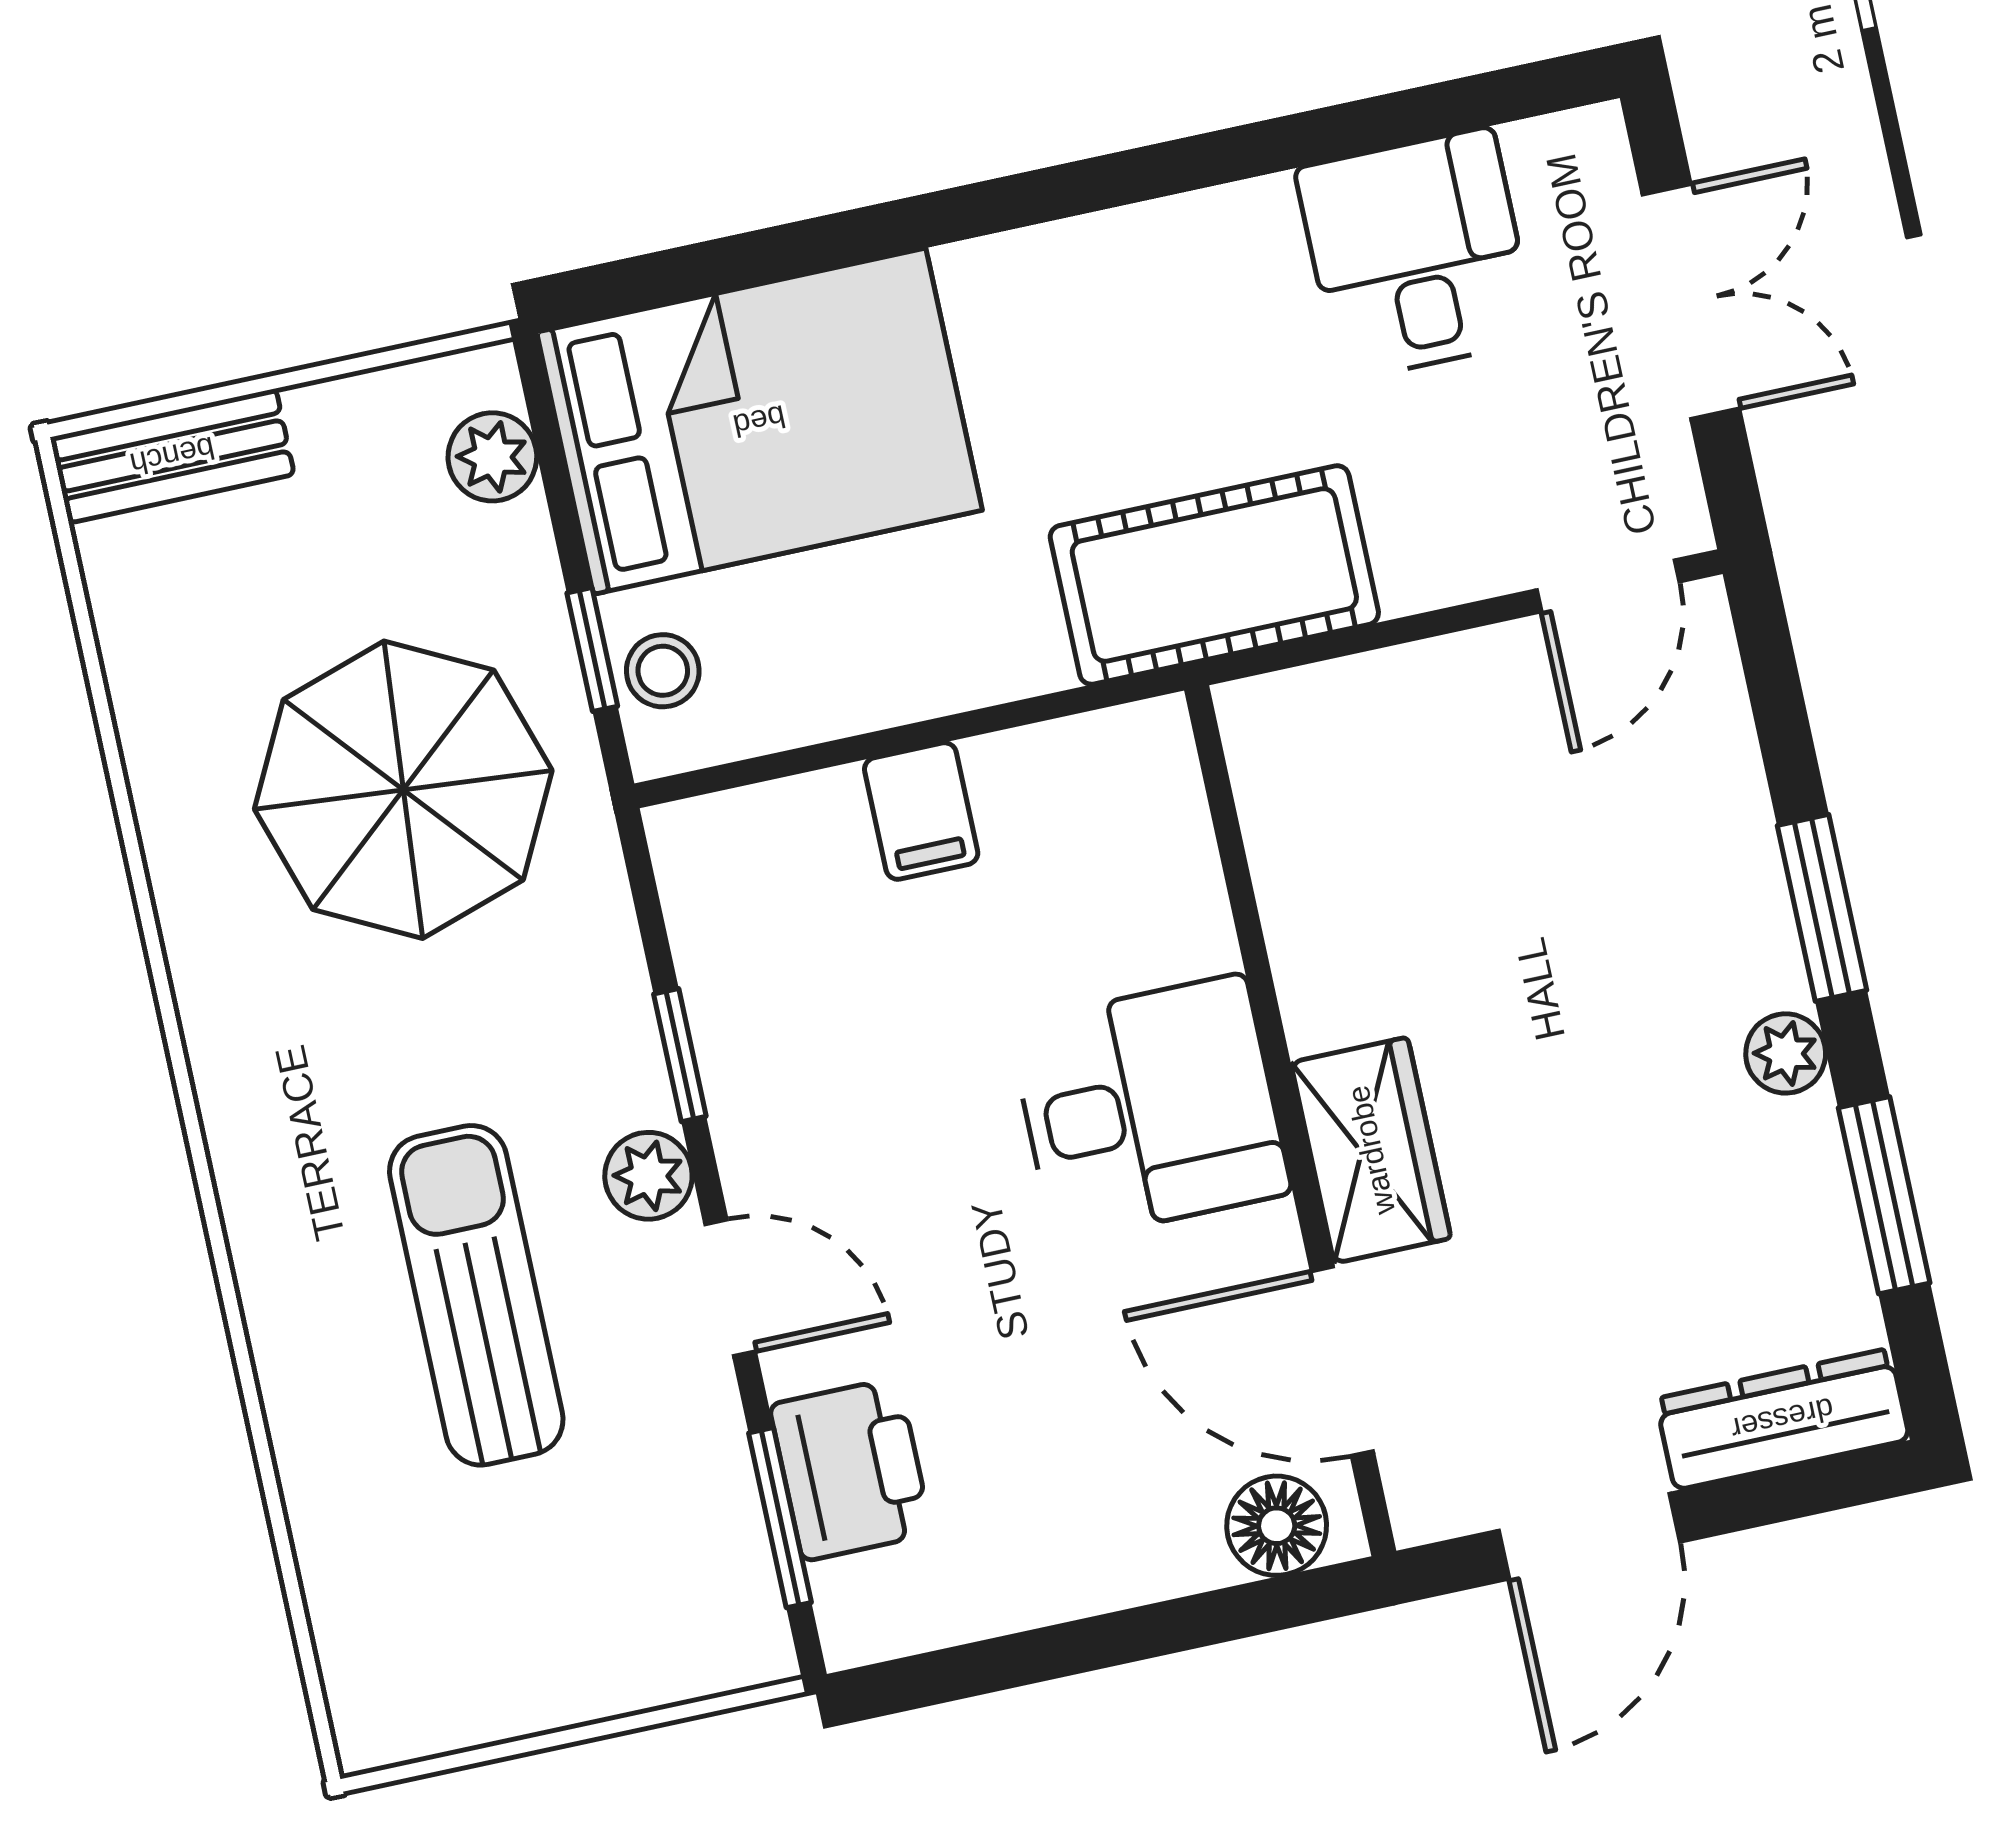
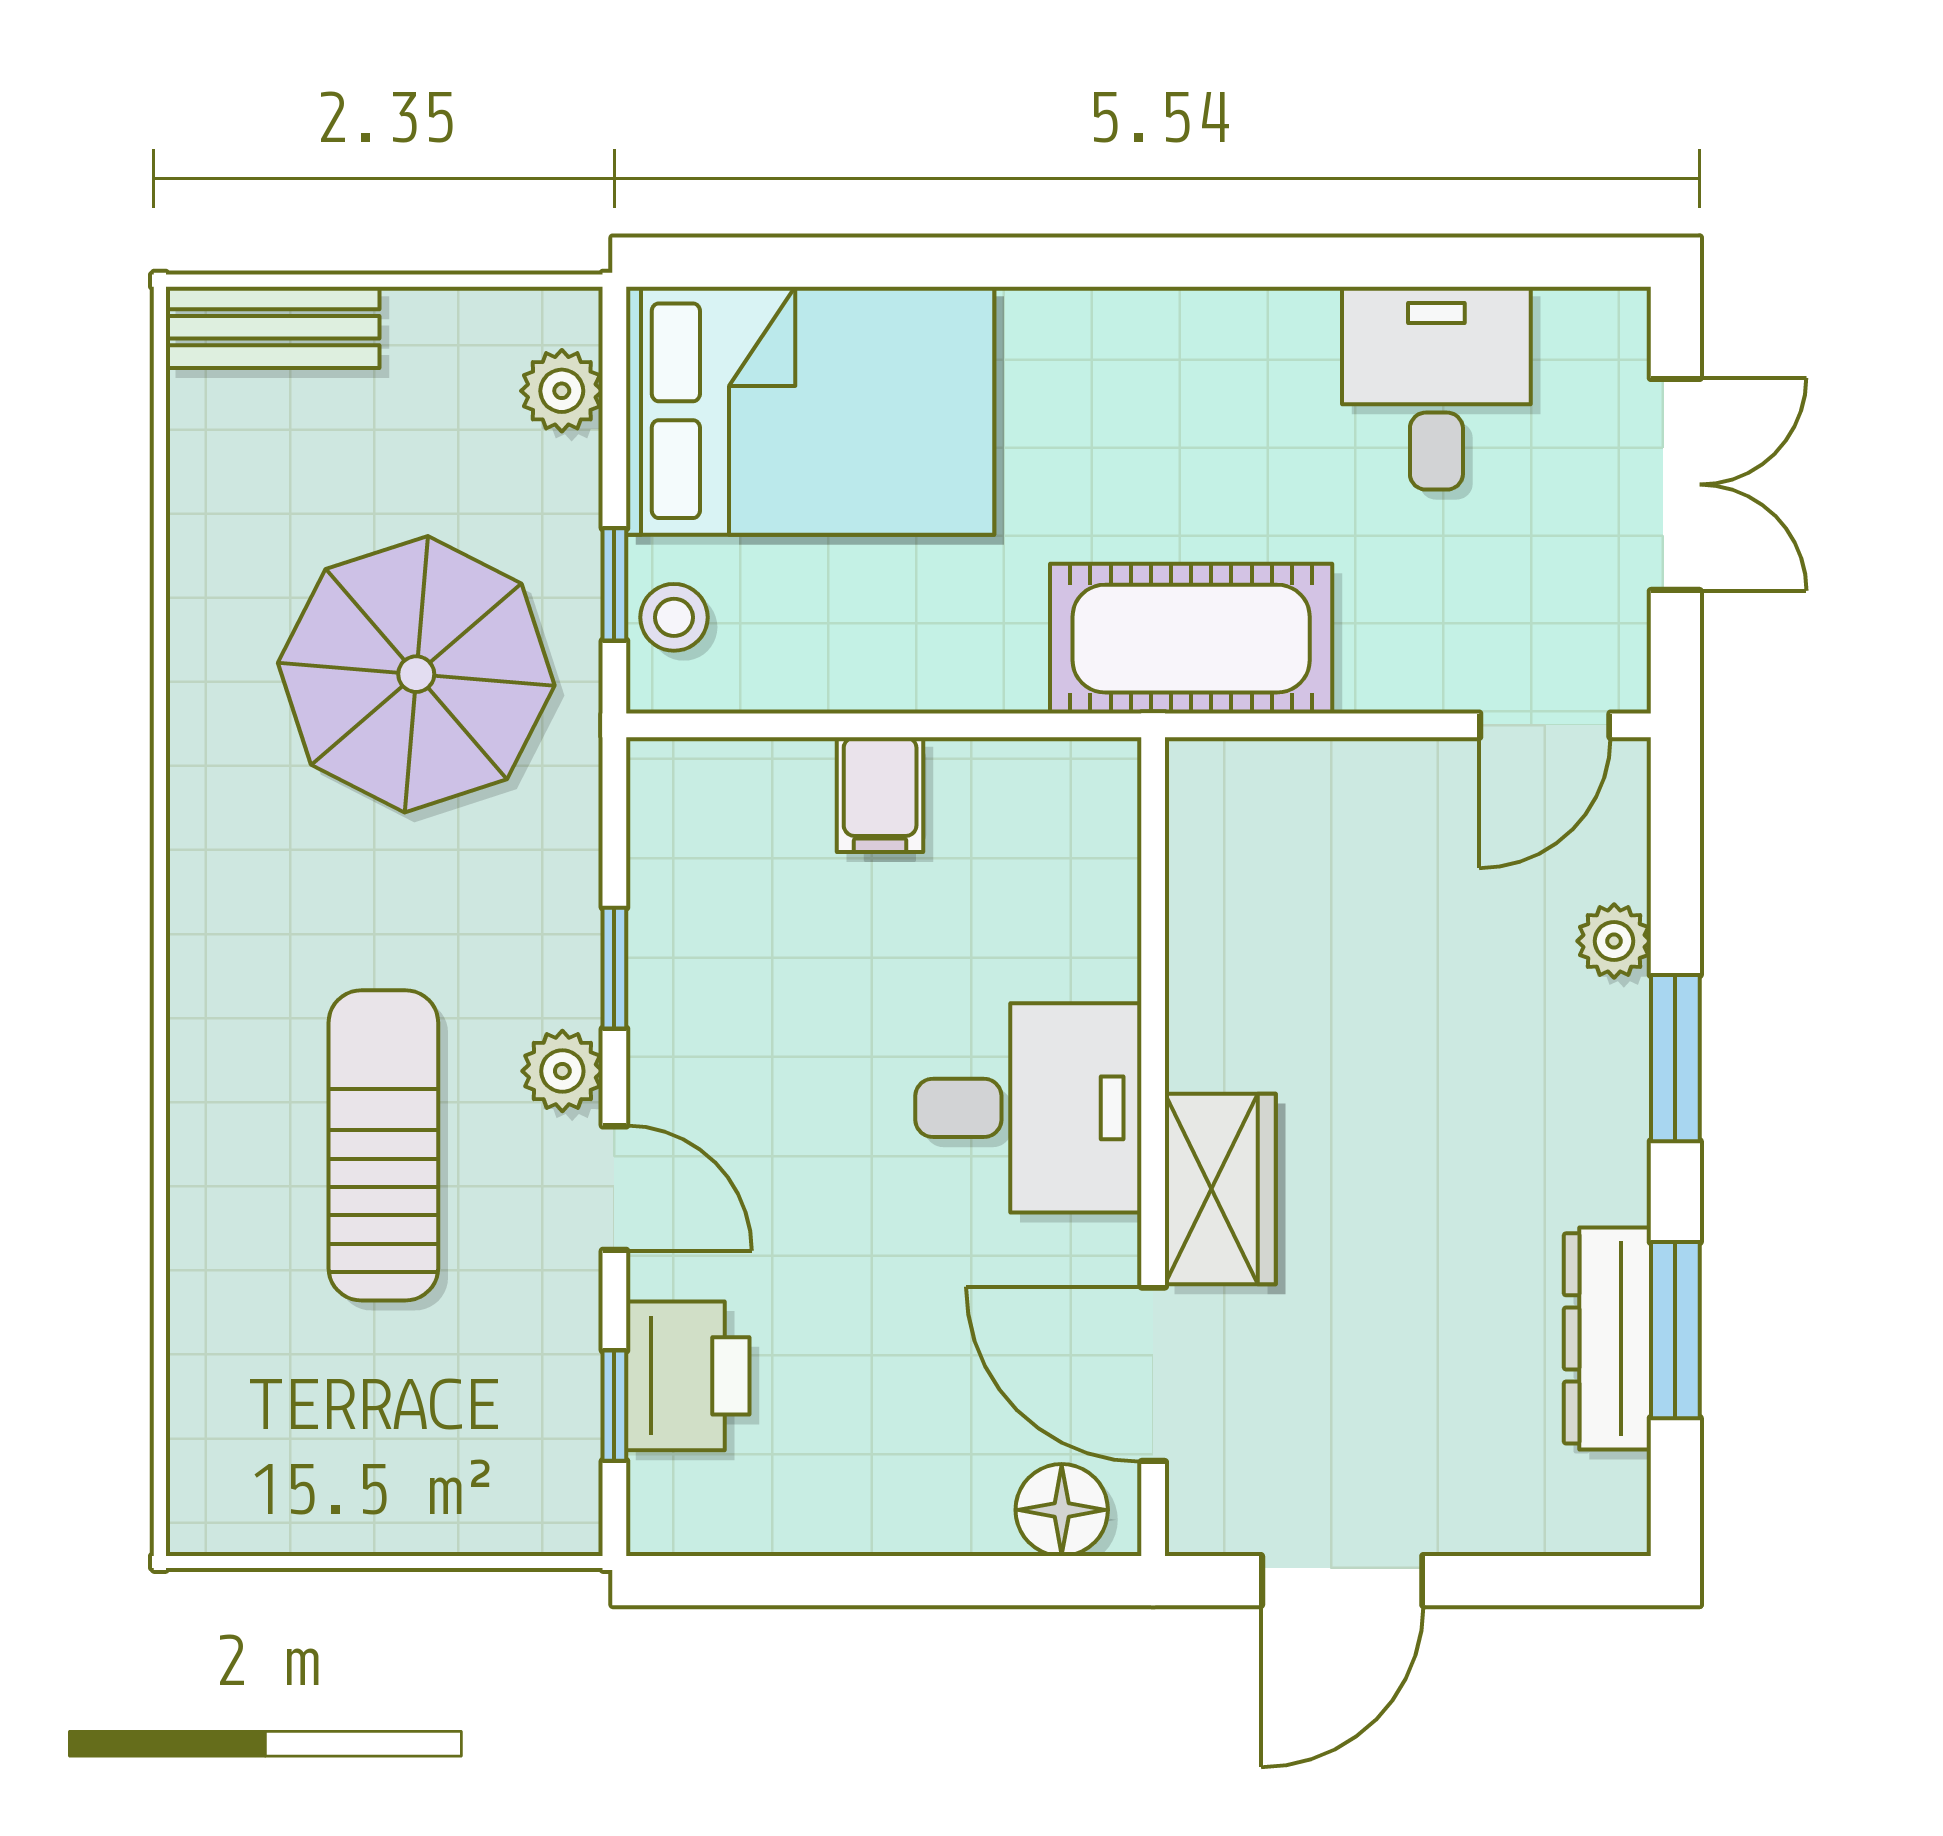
plant: (1786, 1053) -> (1614, 941), moved
dresser: (1782, 1419) -> (1607, 1338), moved, turned -90
window: (780, 1518) -> (614, 1406), width x0.67

